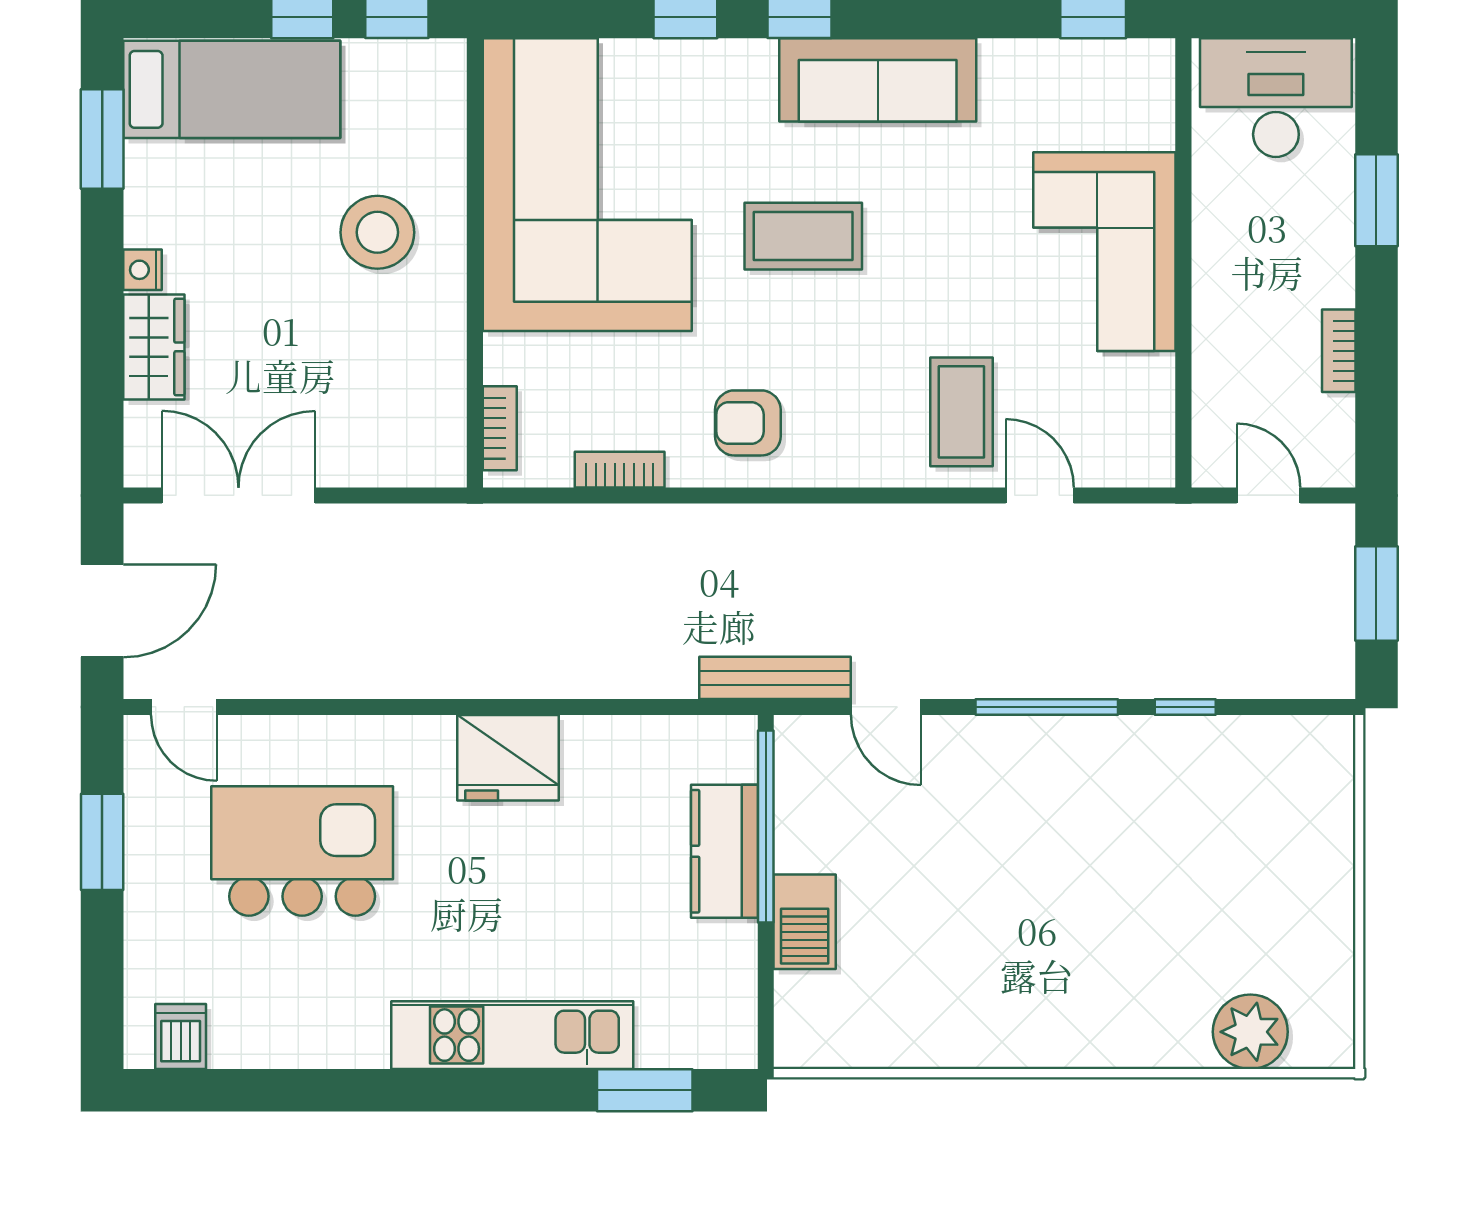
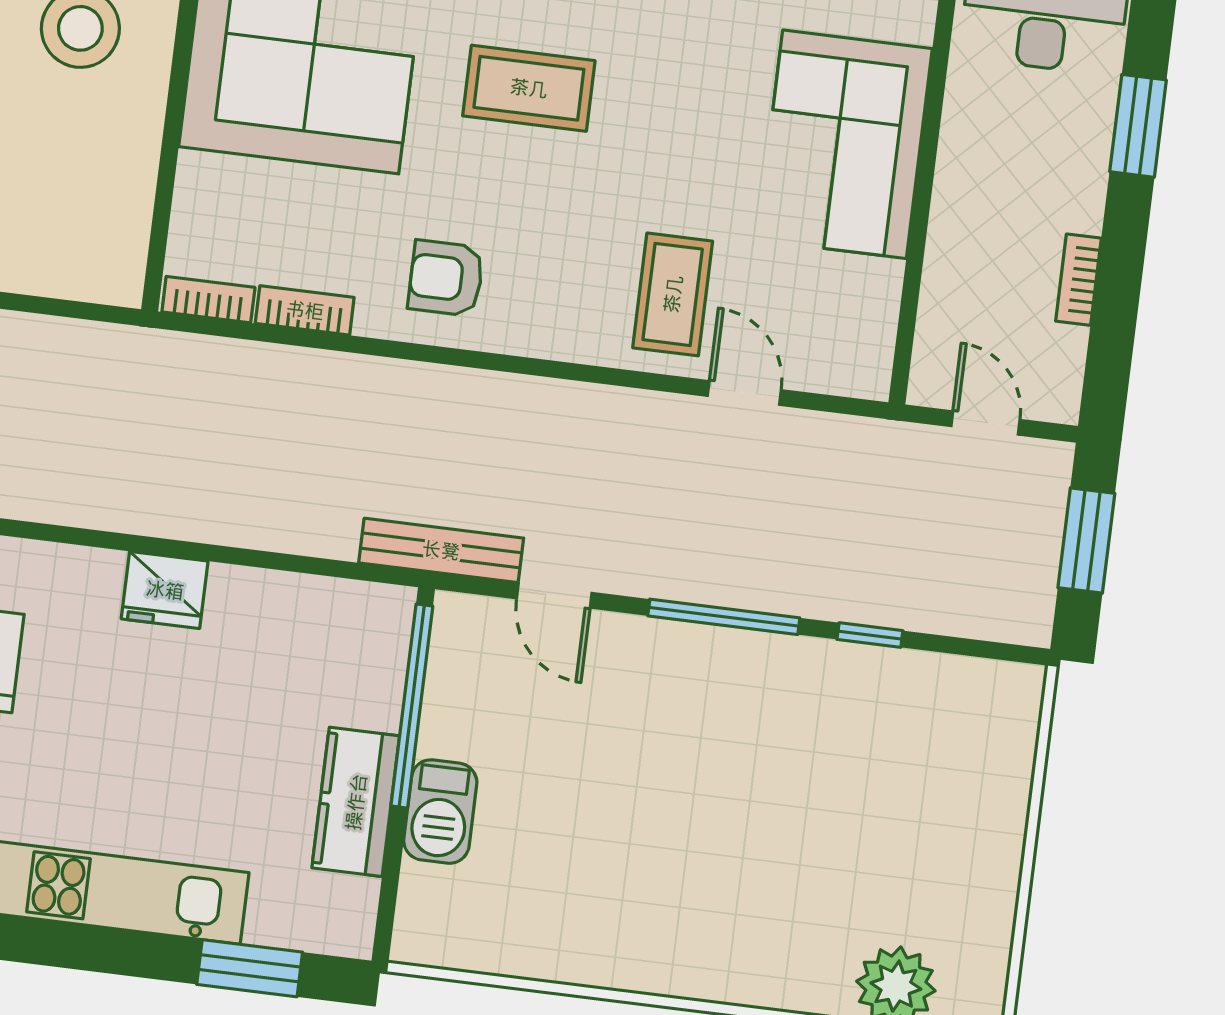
bookcase: (500, 428) -> (208, 300), moved, turned -90
fridge: (508, 758) -> (165, 590), width x0.73, depth x0.75
kitchen counter: (724, 851) -> (356, 802), moved

